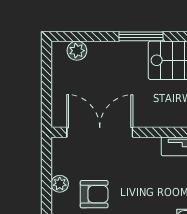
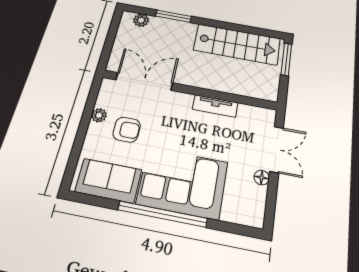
window: (141, 36) -> (173, 16), moved

